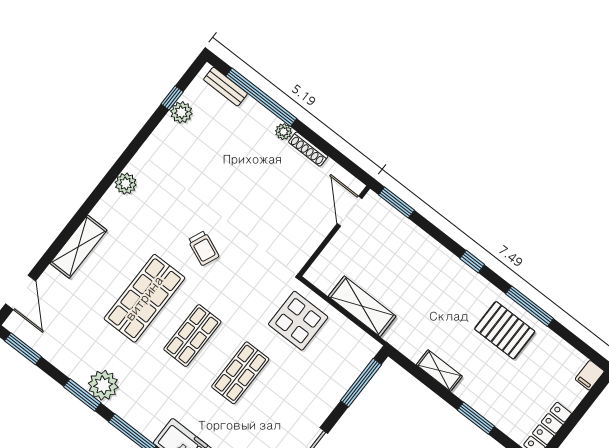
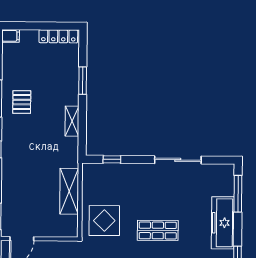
pallet: (505, 330) -> (22, 102), width x0.67, depth x0.71
window: (361, 383) -> (112, 159), width x0.46

